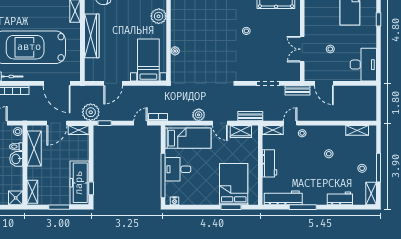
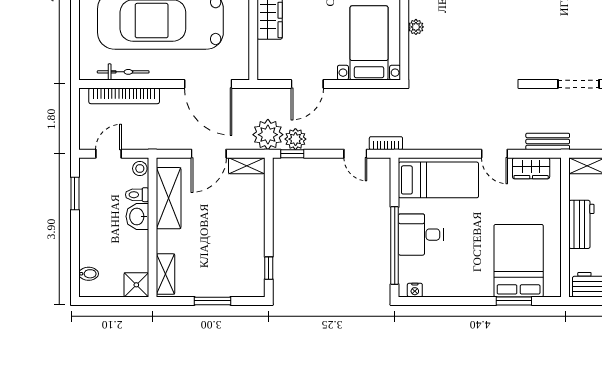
plant: (199, 115) -> (295, 139), moved
door: (141, 123) -> (355, 154), swing flipped
freezer: (79, 183) -> (248, 258), removed

